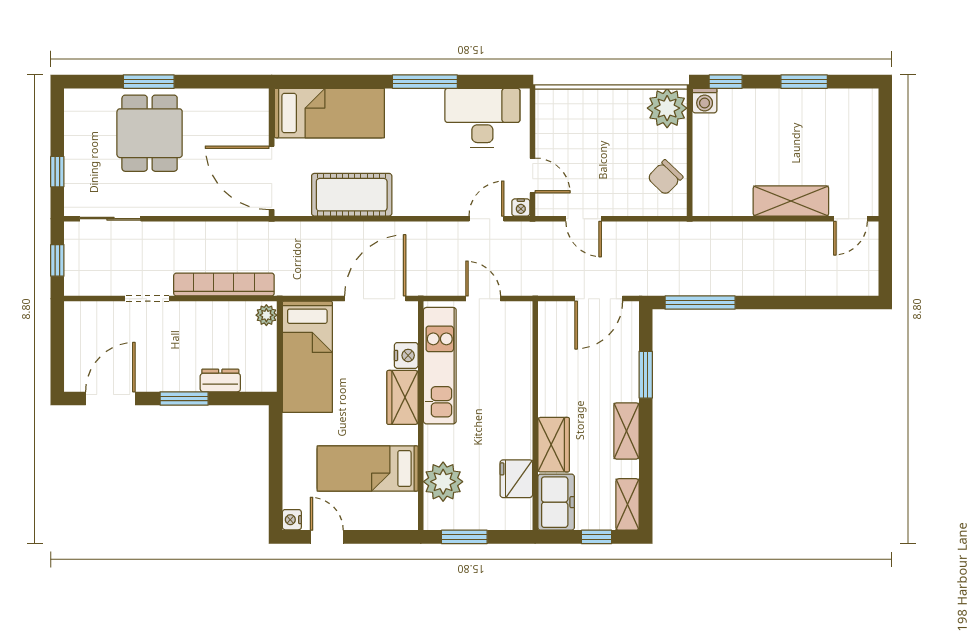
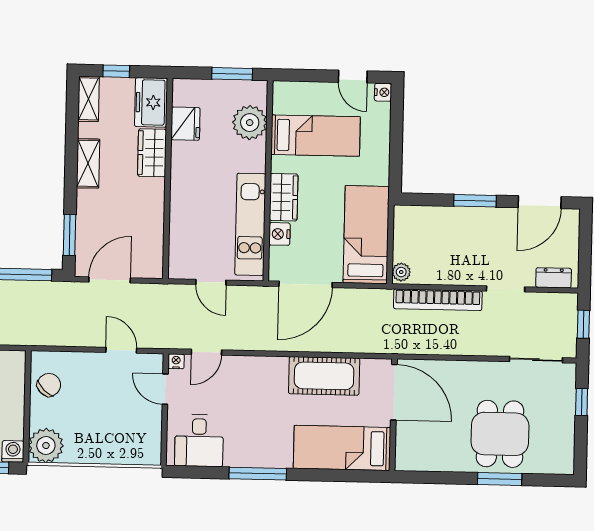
desk: (482, 118) -> (199, 441), width x0.73
window: (646, 375) -> (69, 235), moved
dresser: (220, 380) -> (554, 278), moved, turned 180

